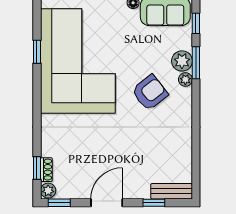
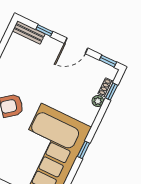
window: (37, 52) -> (84, 150), moved
plant: (48, 191) -> (98, 101), moved

